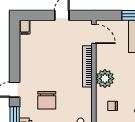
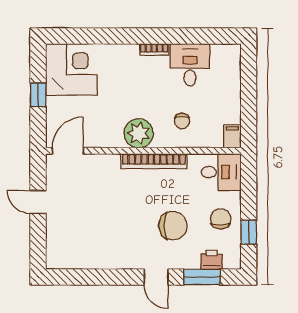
filing cabinet: (25, 27) -> (57, 261), removed
bookcase: (87, 66) -> (154, 161), moved

